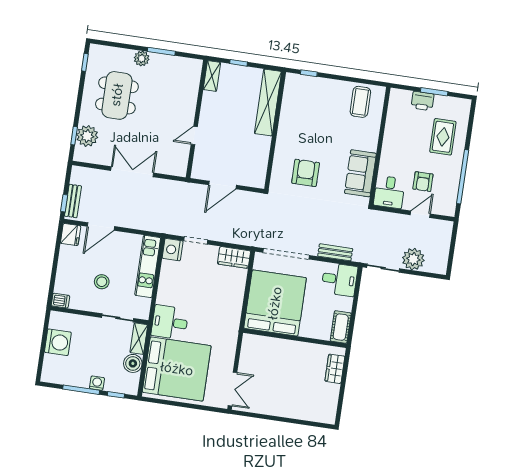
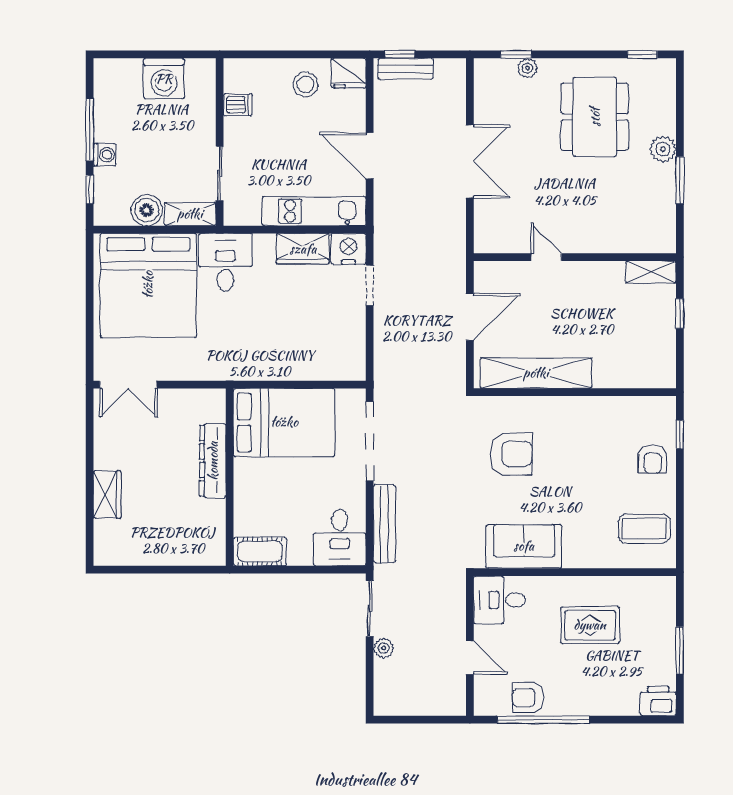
armchair: (321, 91) -> (652, 459), added
dining table: (117, 95) -> (595, 117), turned 90
printer: (423, 101) -> (658, 701), moved, turned 90
shelving: (268, 103) -> (536, 373), moved
plant: (87, 136) -> (527, 68), width x0.53, depth x0.53
rug: (443, 137) -> (590, 625), moved
armchair: (423, 182) -> (528, 698), moved
door: (223, 185) -> (470, 317), swing flipped
door: (101, 226) -> (370, 156), moved
bench: (335, 252) -> (384, 524), width x1.36
wardrobe: (234, 257) -> (303, 249), moved, turned -90
plant: (413, 259) -> (384, 648), width x0.53, depth x0.53
stool: (102, 282) -> (305, 84), moved
dishwasher: (60, 301) -> (238, 105), moved, turned -90
bed: (275, 303) -> (284, 422), width x0.73
dresser: (284, 347) -> (213, 461), added
wardrobe: (335, 369) -> (107, 494), moved, turned 90

